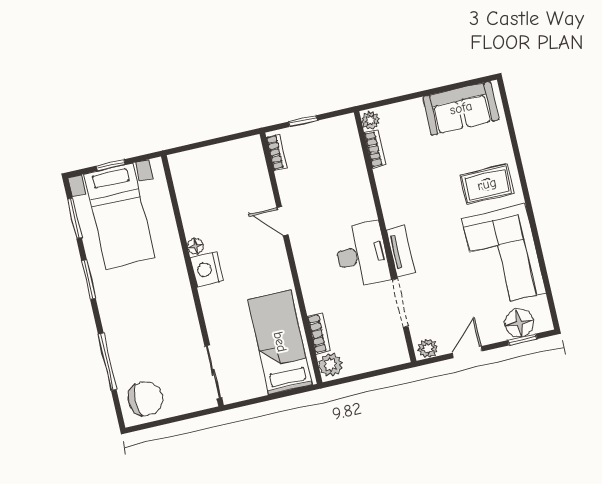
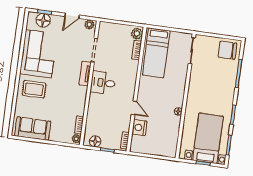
floor lamp: (332, 129) -> (95, 141), added
desk: (362, 255) -> (103, 83), width x0.73
nightstand: (207, 269) -> (139, 128), moved, turned 180

